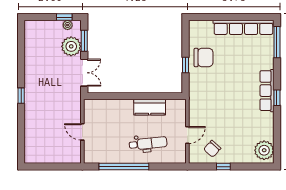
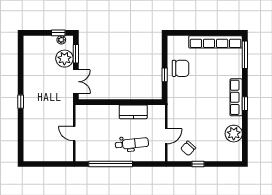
plant: (264, 150) -> (234, 134), moved

